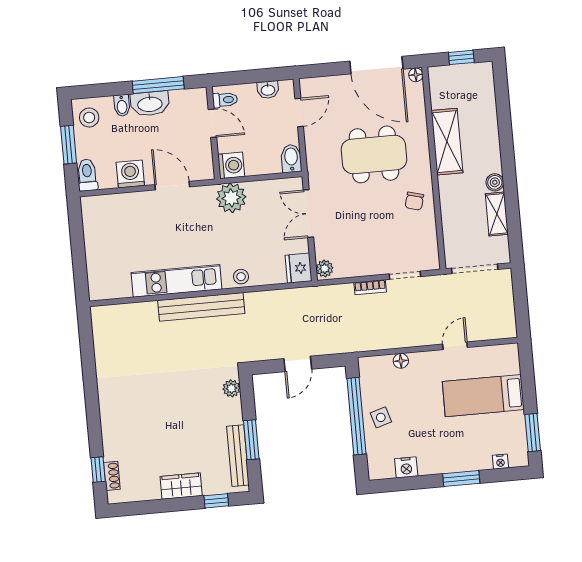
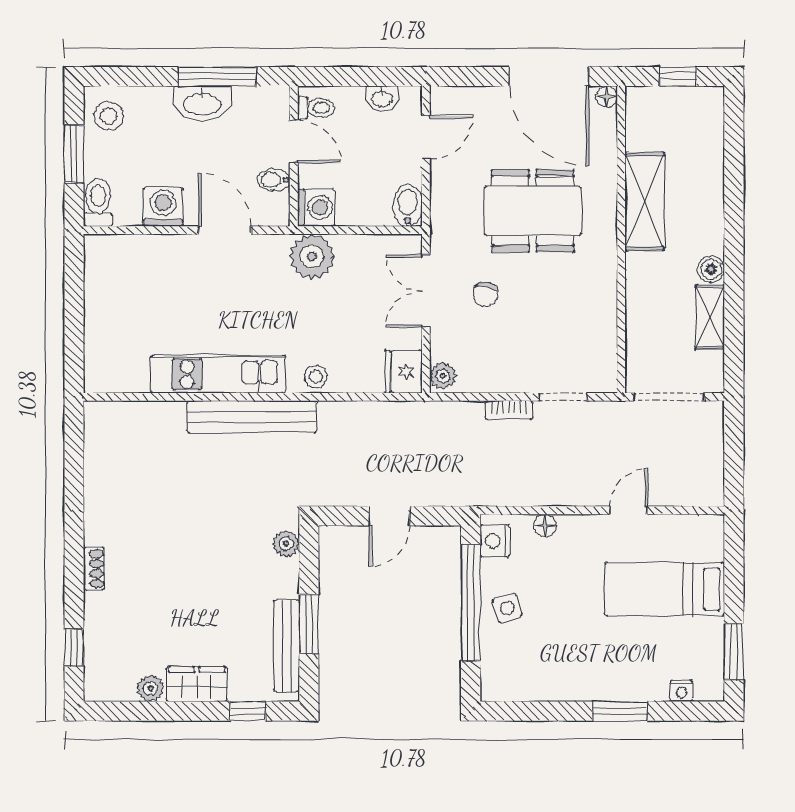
bidet: (122, 105) -> (274, 180), moved, turned 90
chair: (414, 201) -> (485, 294), moved
nightstand: (406, 467) -> (495, 541), moved, turned 90
shoe rack: (112, 476) -> (94, 569), moved
plant: (151, 492) -> (151, 688), added

